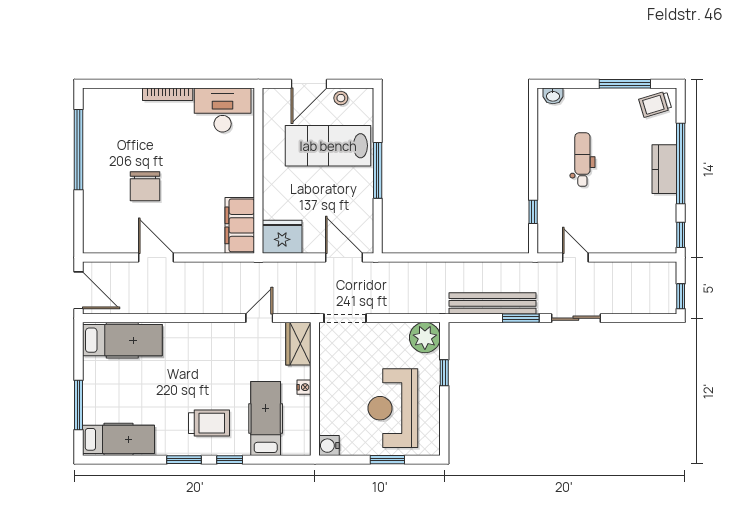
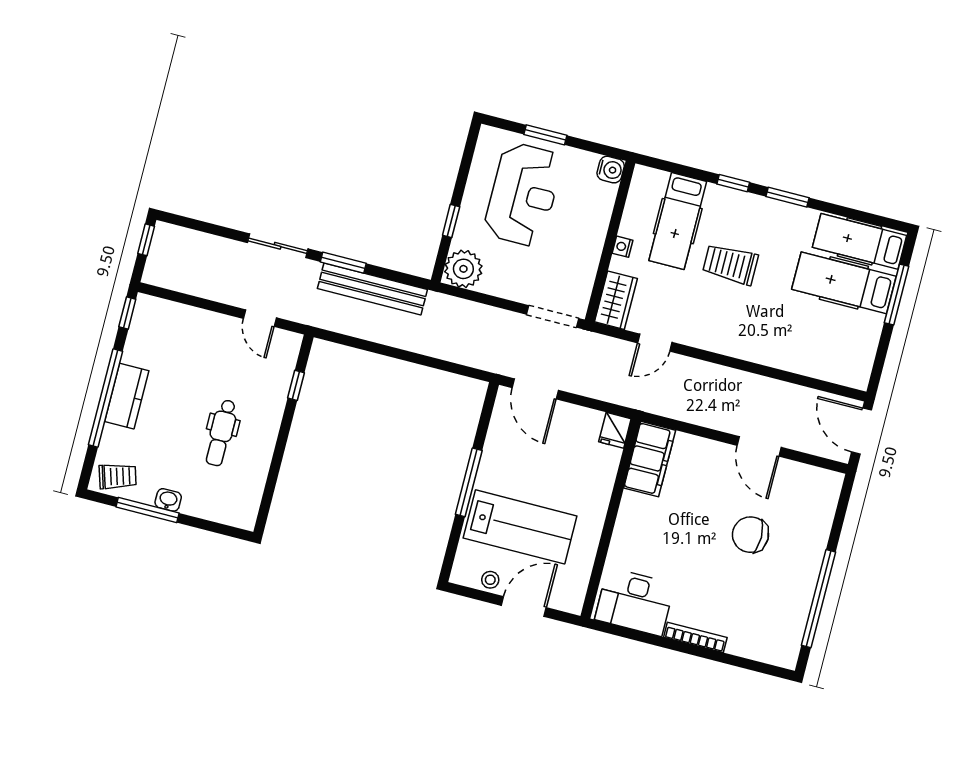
washbasin: (553, 96) -> (168, 500), moved
chair: (145, 186) -> (750, 535), turned -90
fridge: (282, 237) -> (615, 430), width x0.53, depth x0.75
hospital bed: (122, 340) -> (844, 283), moved
trolley: (209, 423) -> (730, 264), moved

